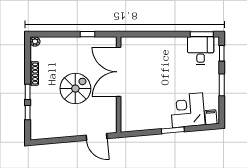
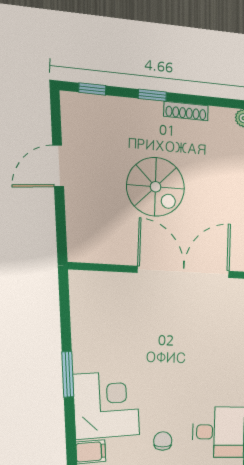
chair: (205, 80) -> (163, 441), added
window: (28, 113) -> (92, 89), moved
door: (97, 137) -> (58, 166), moved

